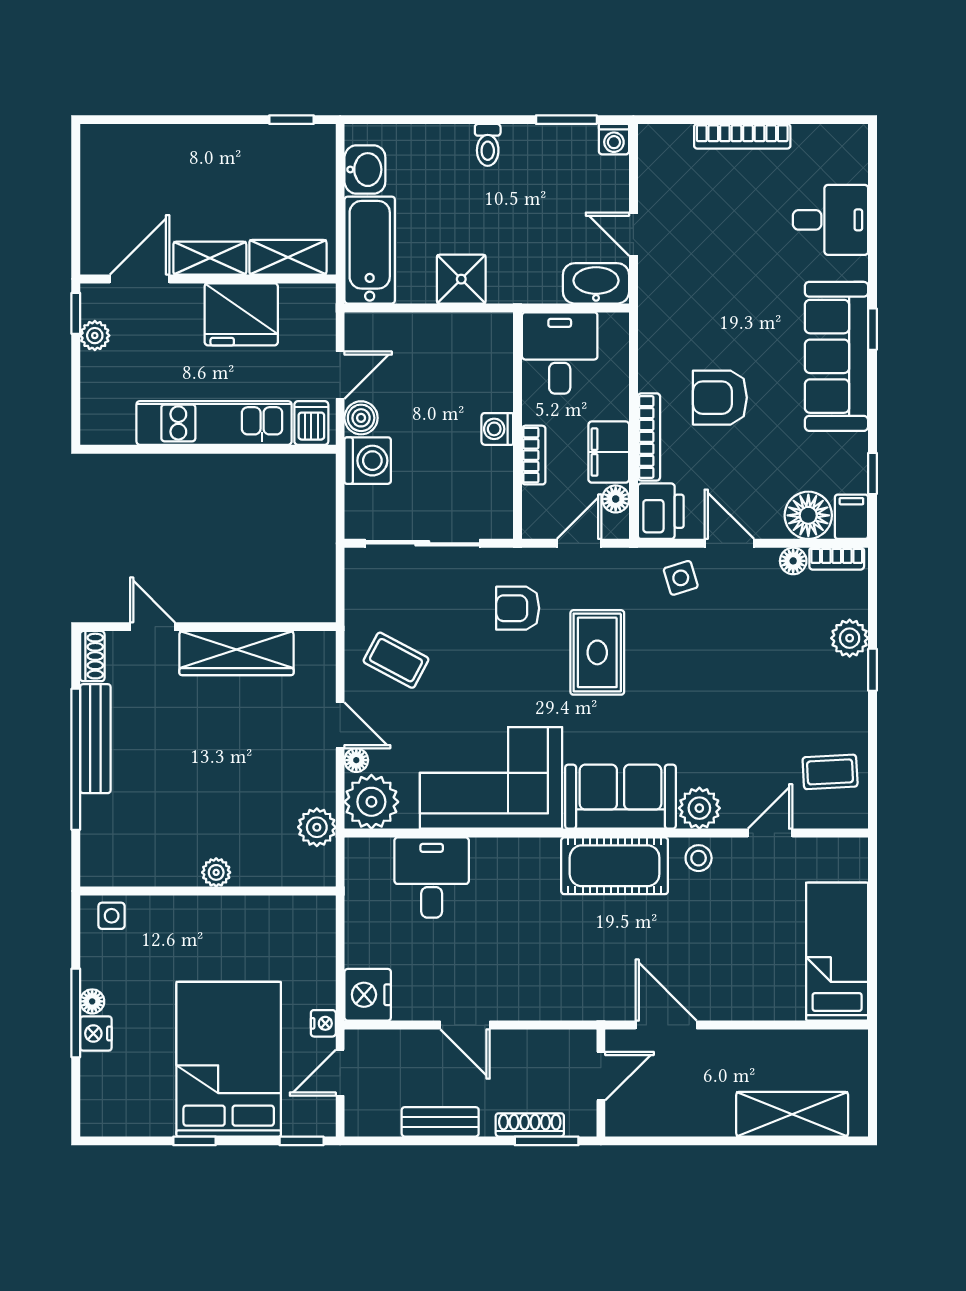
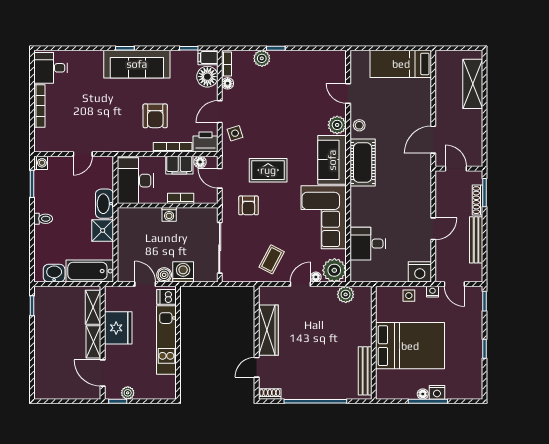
desk: (830, 220) -> (51, 68), moved, turned -90
washbasin: (596, 283) -> (105, 204), moved
desk: (560, 353) -> (135, 181), width x1.37
bench: (95, 739) -> (365, 371), moved, turned 90
coffee table: (830, 772) -> (321, 67), removed
plant: (216, 872) -> (366, 339), removed
side table: (112, 916) -> (409, 296), moved
bed: (229, 1059) -> (410, 346), moved, turned 180
bench: (440, 1122) -> (476, 240), width x1.36

